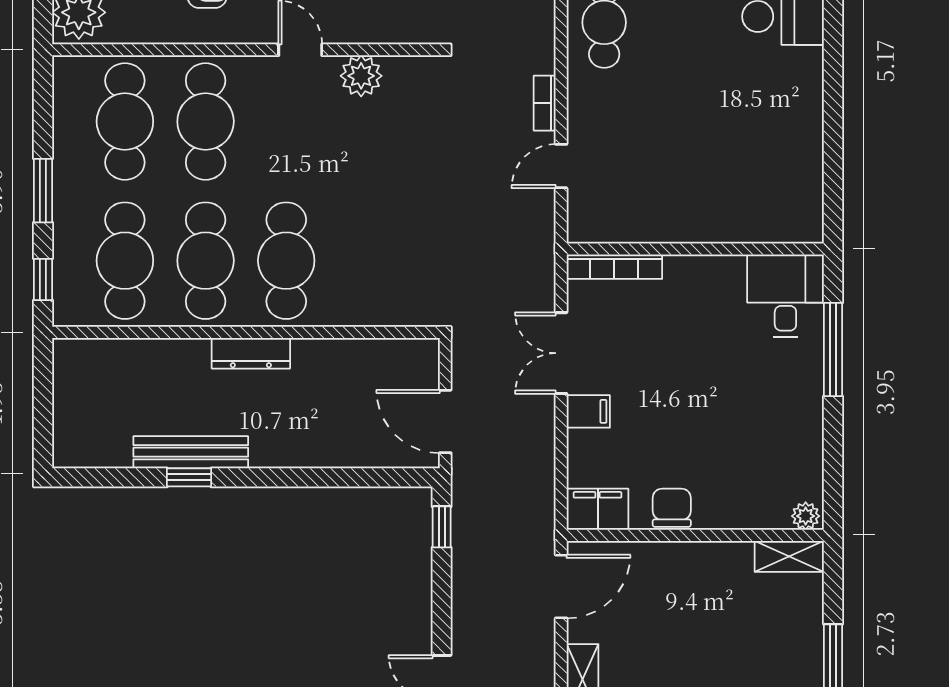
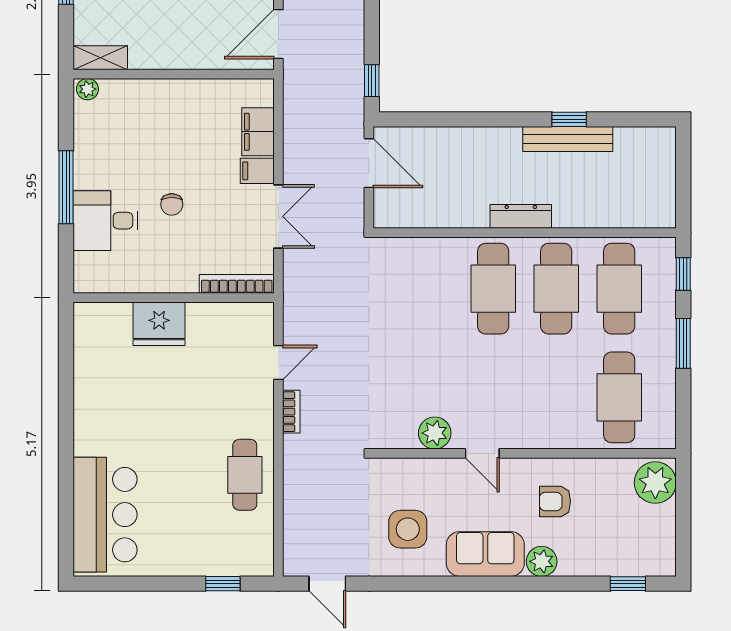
cafe table: (206, 121) -> (556, 397), removed
fridge: (714, 216) -> (159, 324), added
desk: (785, 296) -> (105, 221), moved, turned 90
window: (833, 349) -> (66, 187), moved
chair: (672, 508) -> (172, 204), moved, width x0.73, depth x0.73
filing cabinet: (598, 509) -> (258, 132), moved, turned 90

